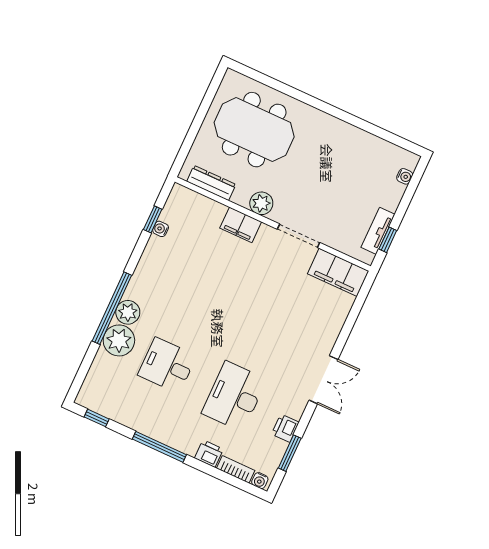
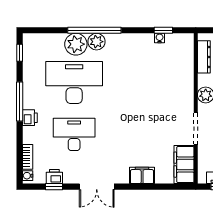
filing cabinet: (241, 225) -> (142, 175), moved, turned 90
desk: (167, 365) -> (74, 82), width x1.87, depth x1.30
double door: (323, 380) -> (97, 187), moved
printer: (285, 428) -> (54, 177), moved
window: (290, 453) -> (54, 187), width x0.67
printer: (209, 454) -> (30, 118), moved

